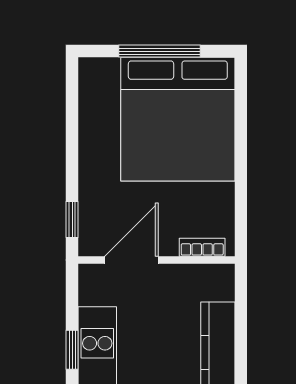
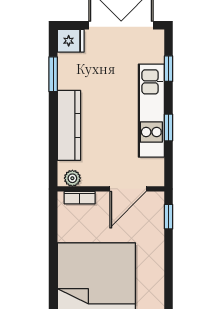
plant: (213, 276) -> (72, 178), added

